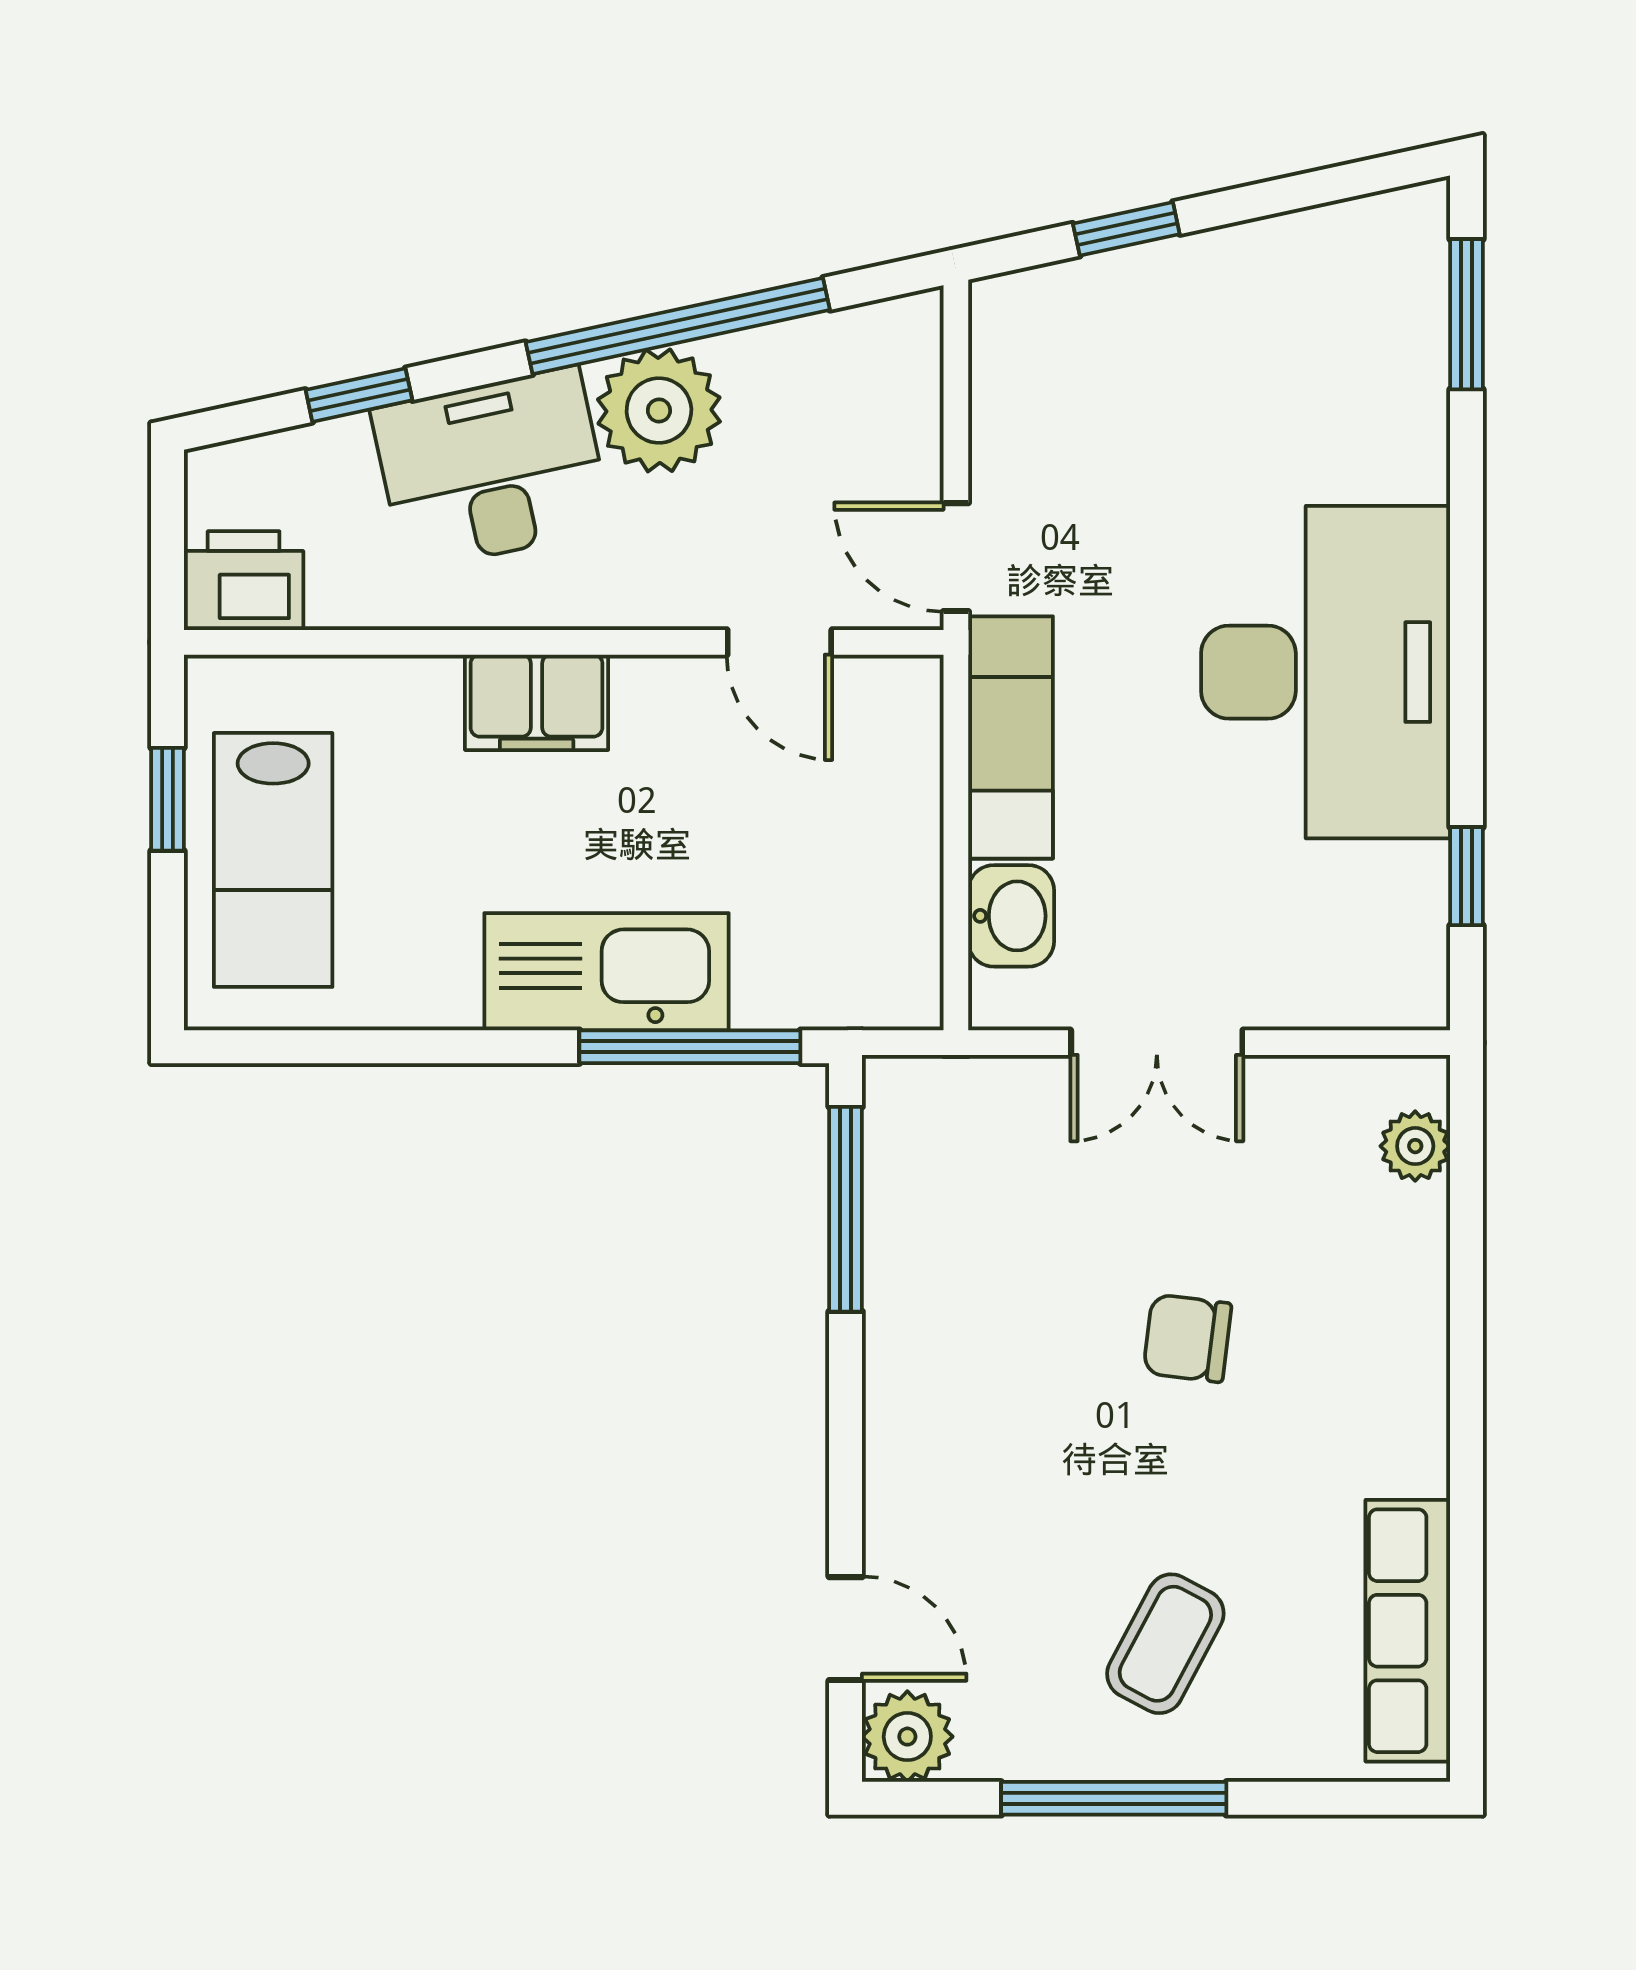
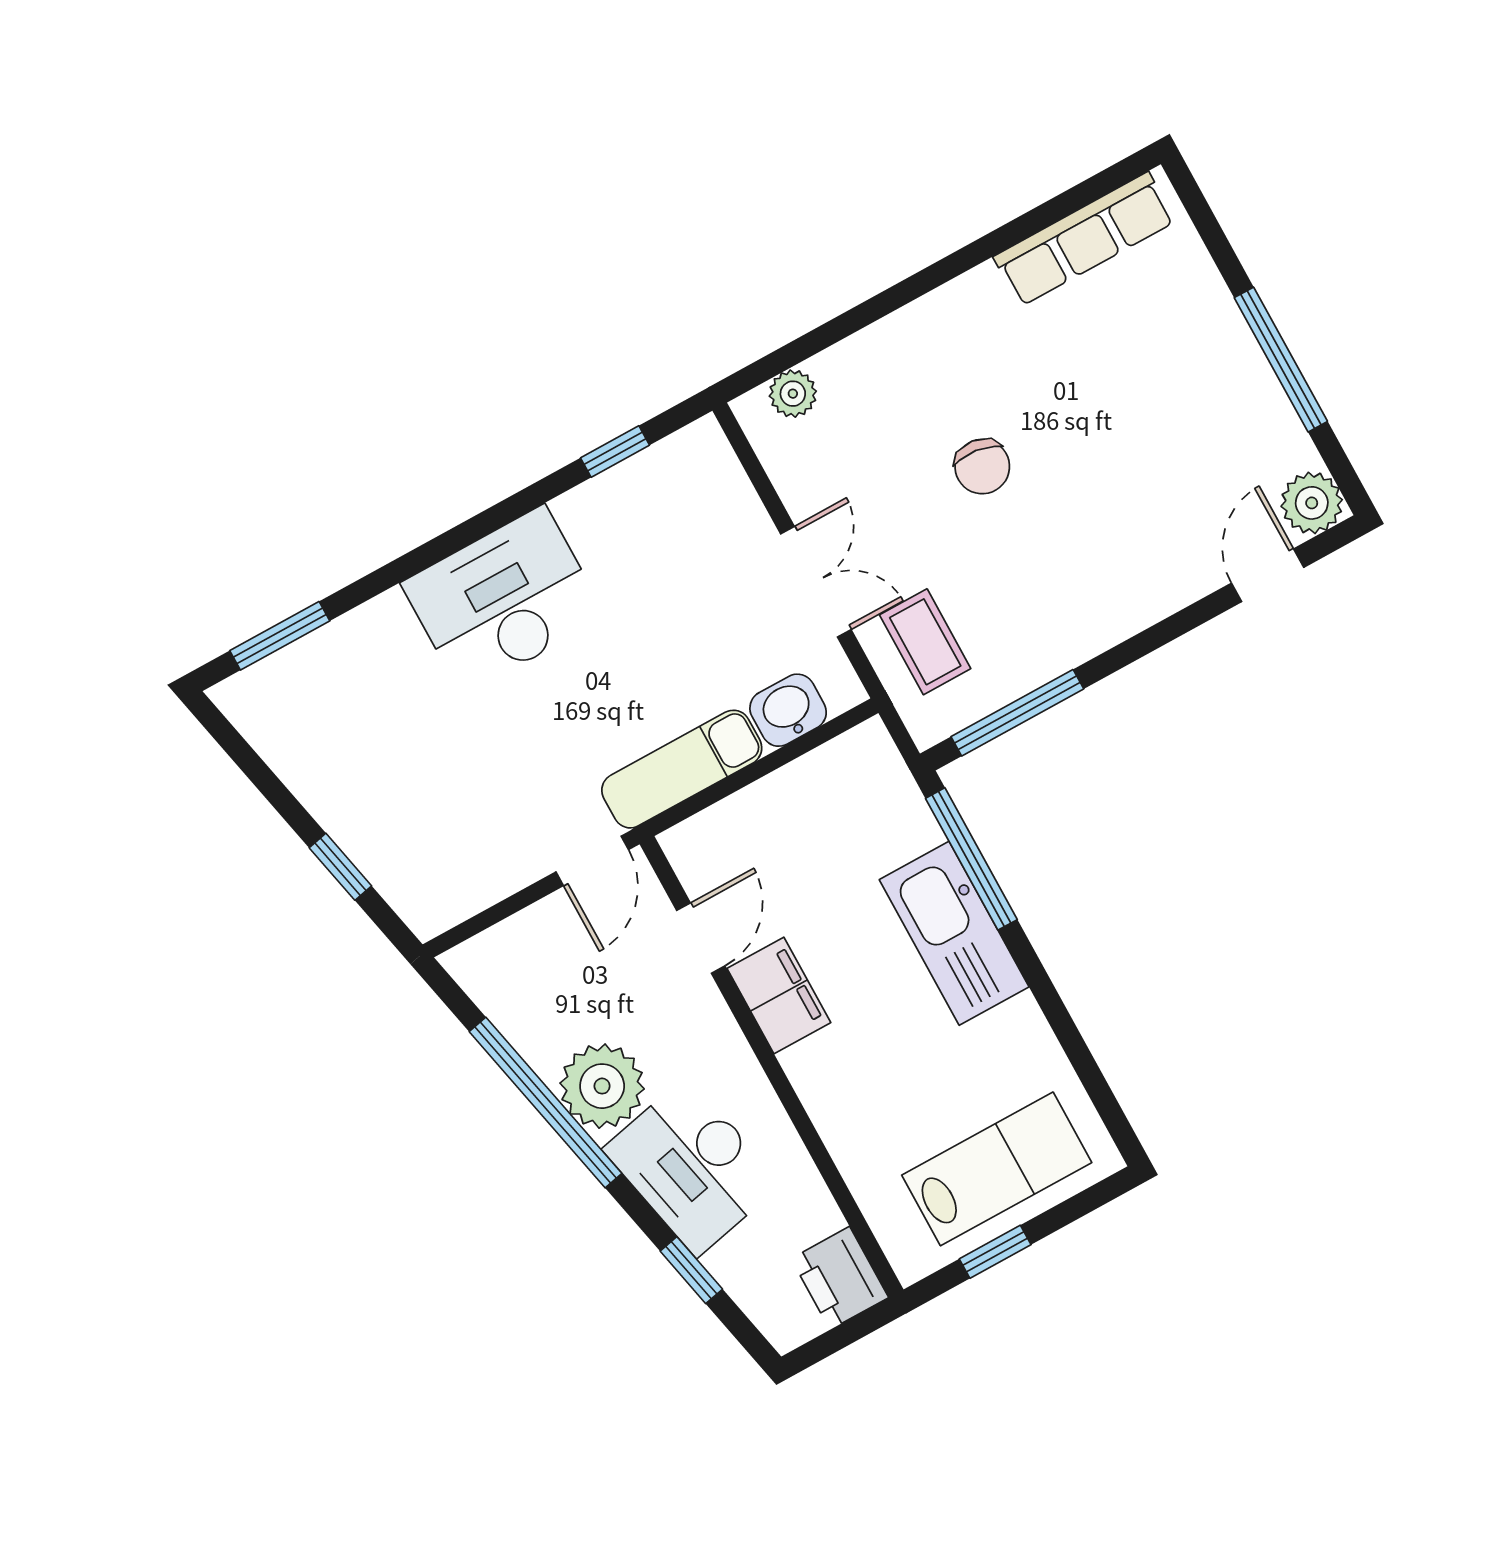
desk: (1326, 672) -> (504, 600), width x0.73, depth x0.77
filing cabinet: (537, 702) -> (779, 995), moved
coffee table: (1165, 1644) -> (925, 642), moved, turned 62

